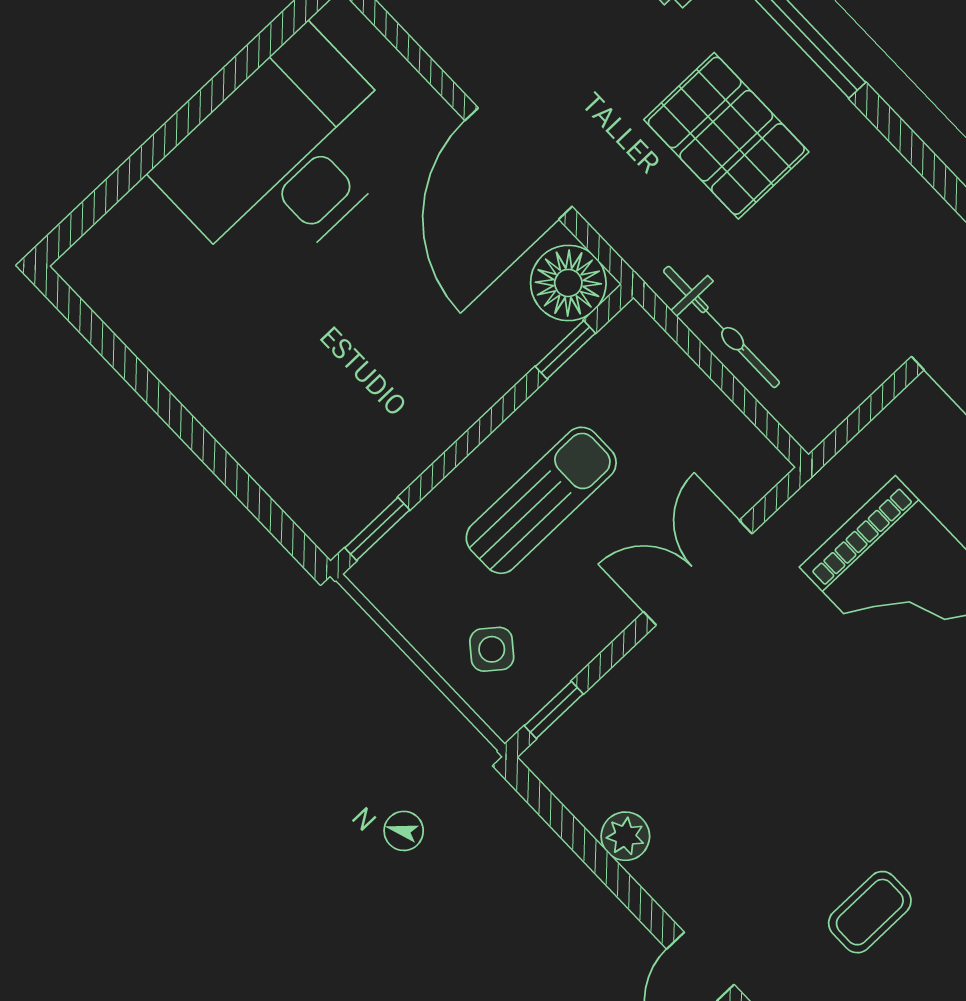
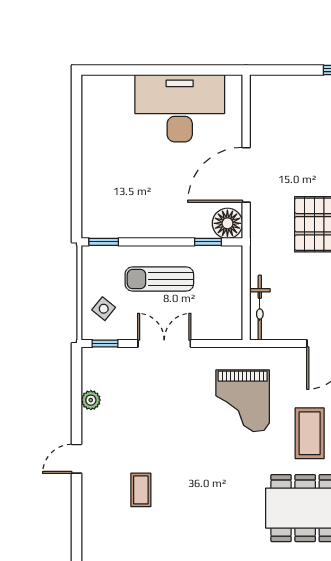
bicycle: (721, 327) -> (260, 308), moved
sun lounger: (541, 500) -> (159, 279), turned 180
double door: (698, 573) -> (164, 343), moved
coffee table: (870, 912) -> (141, 490), turned 90

